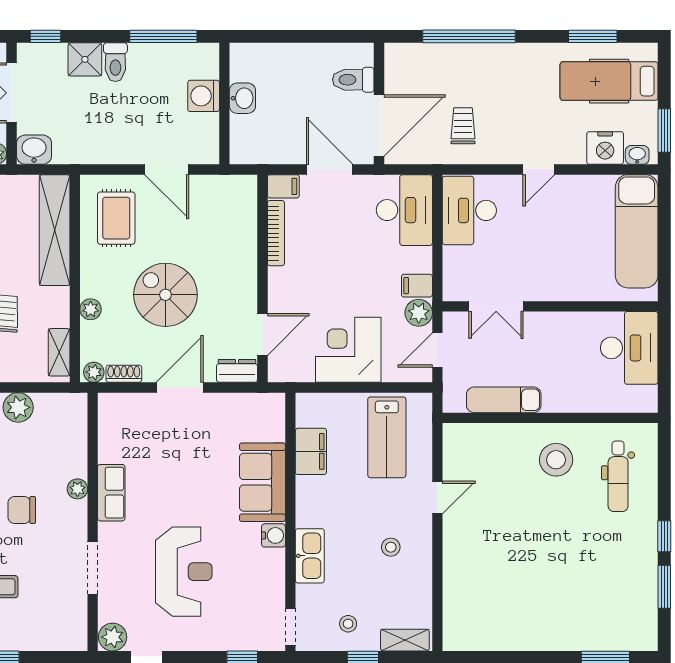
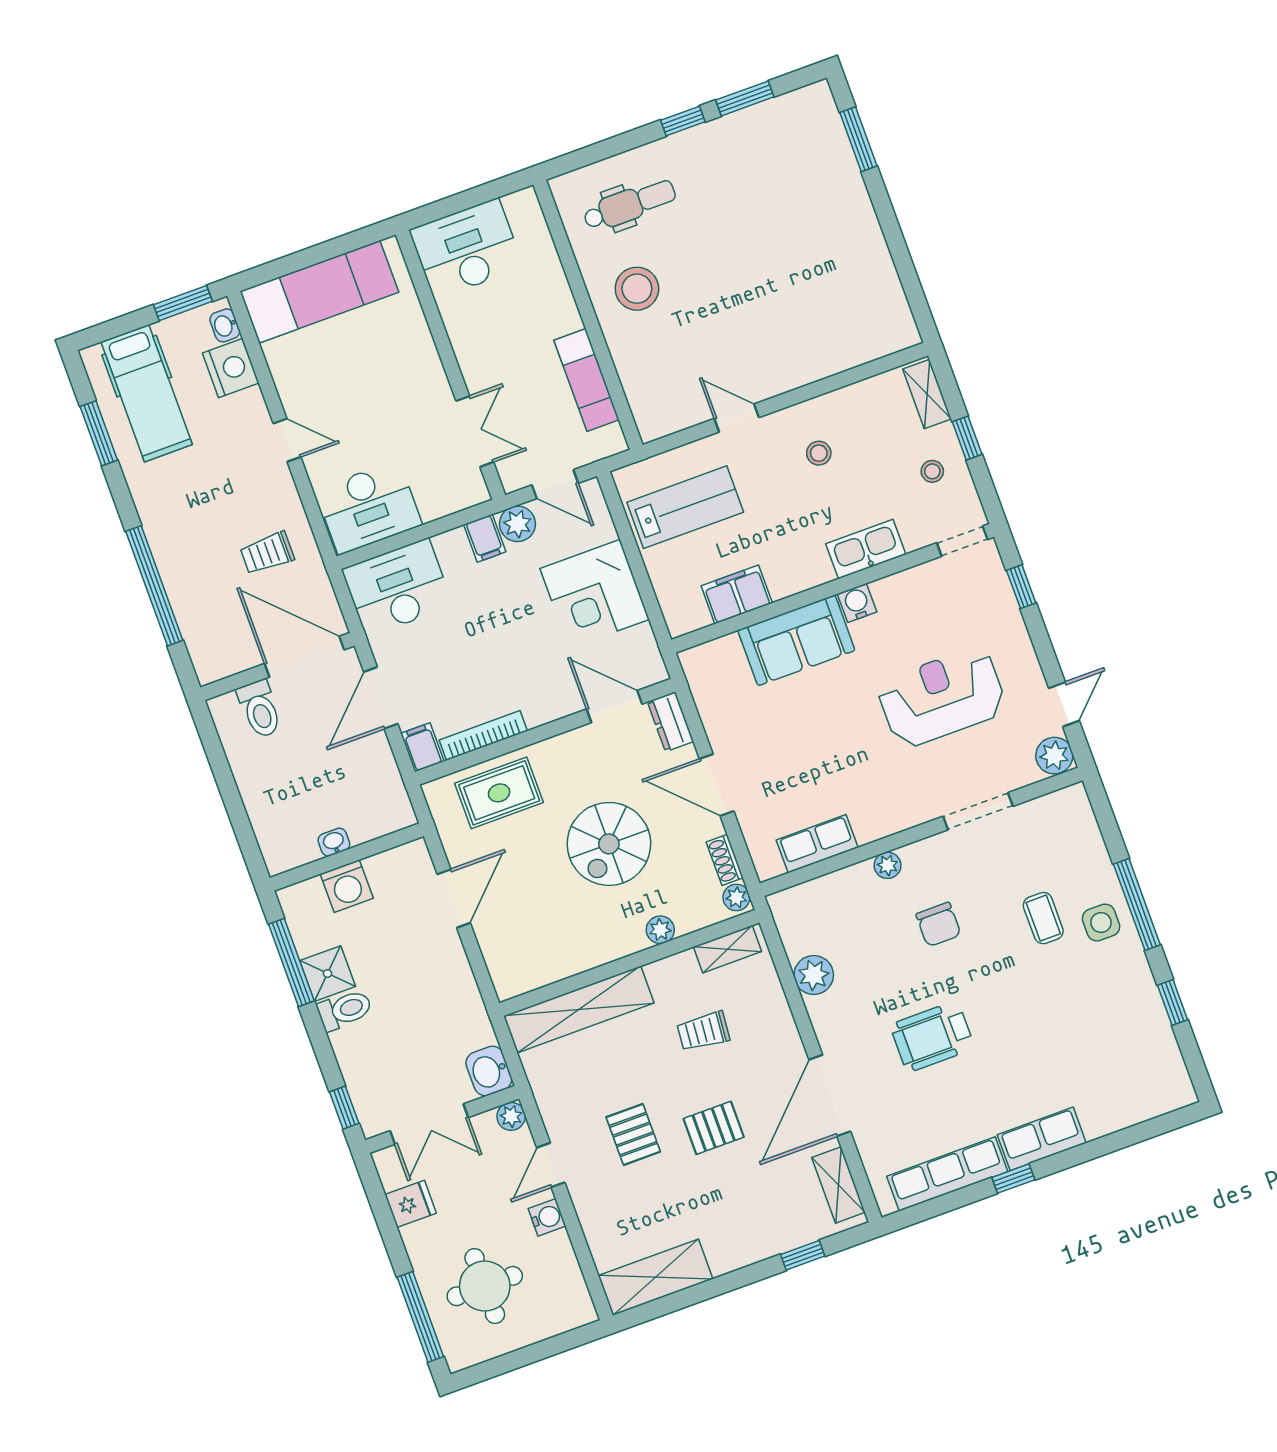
shower: (85, 59) -> (328, 974), moved
washbasin: (242, 98) -> (334, 842), width x0.72, depth x0.69
rug: (116, 218) -> (499, 793), moved
row of seats: (111, 493) -> (817, 844), moved

